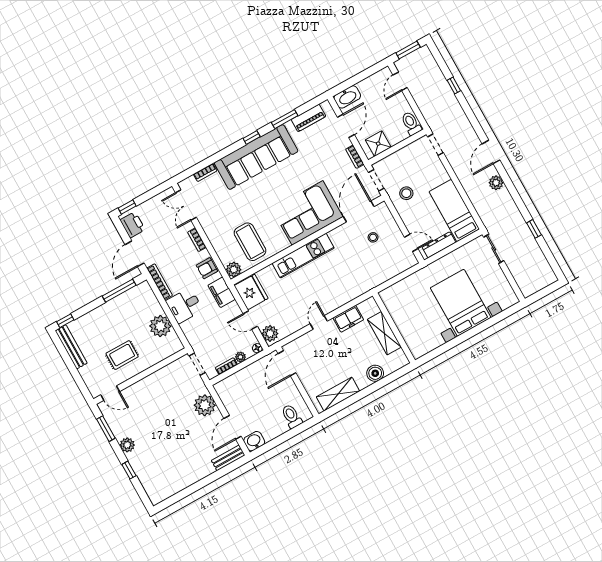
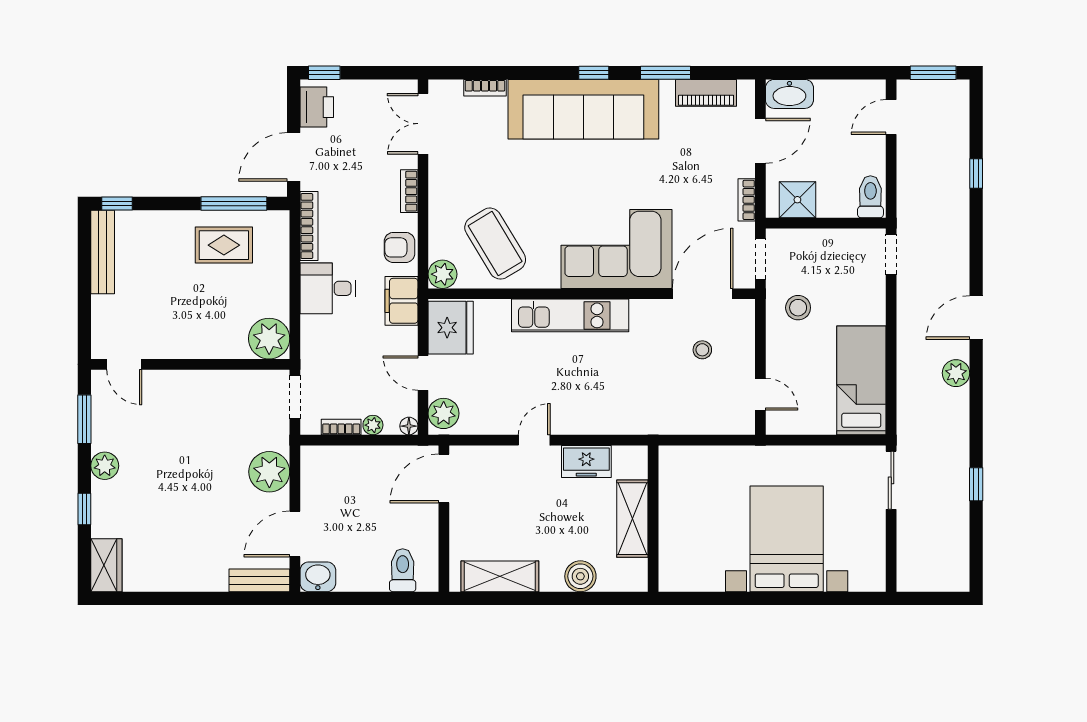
coffee table: (250, 242) -> (495, 244), turned -31
dresser: (439, 245) -> (804, 423), removed
plant: (160, 326) -> (269, 339), moved
rug: (122, 355) -> (224, 245), moved
wardrobe: (154, 490) -> (106, 565), added

